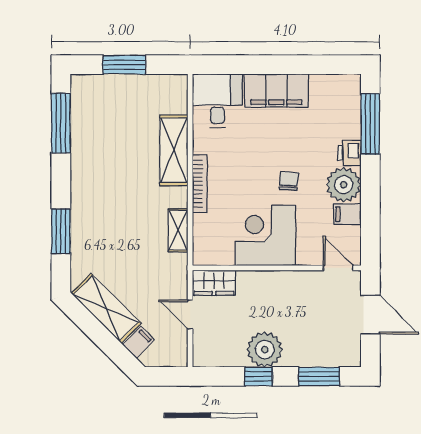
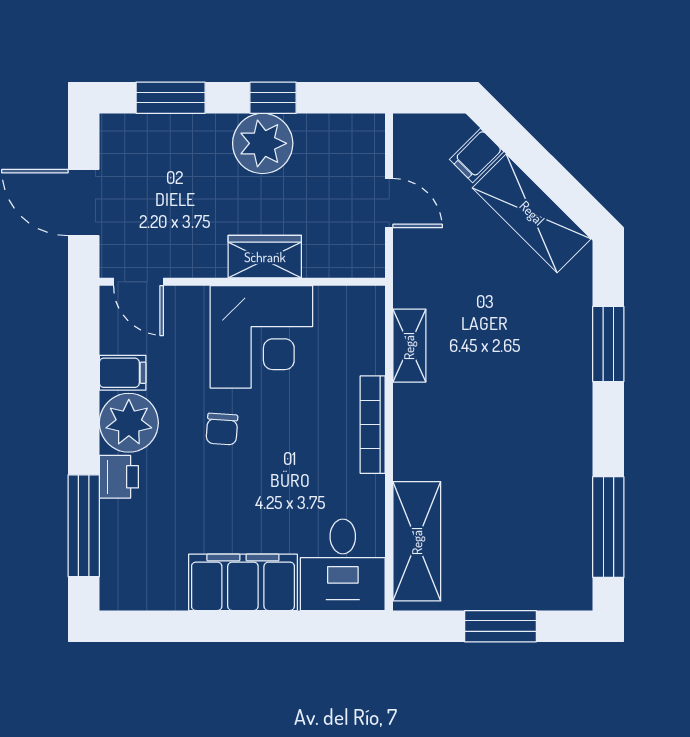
shelving: (174, 150) -> (417, 541), moved
wardrobe: (214, 283) -> (265, 257), moved

